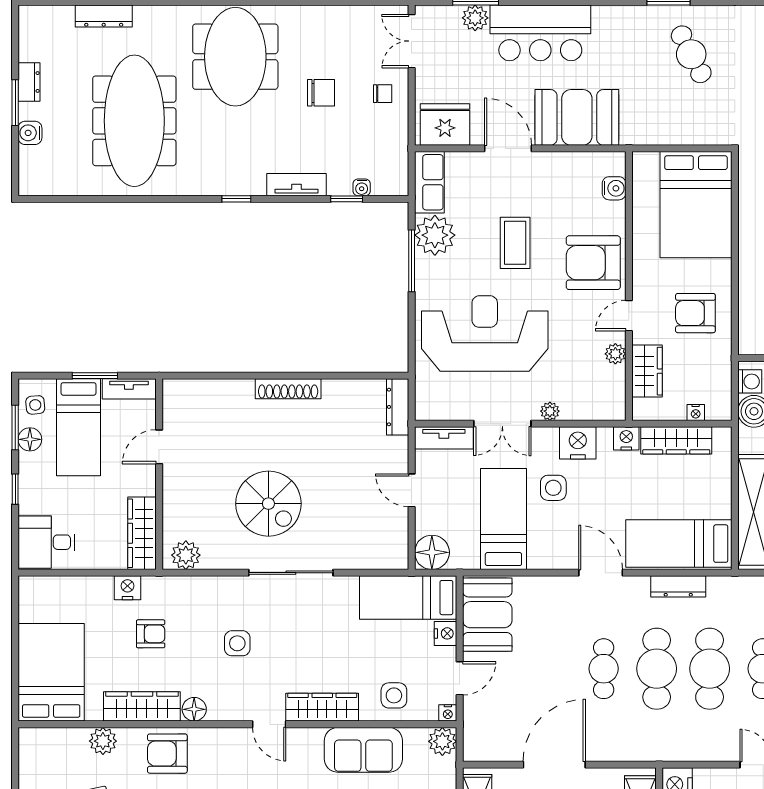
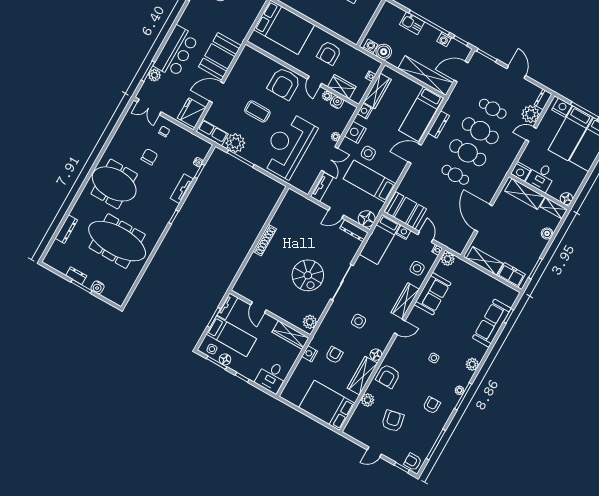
water cooler: (614, 188) -> (337, 102), moved
dresser: (398, 407) -> (354, 231), moved
spiral stairs: (268, 504) -> (308, 275), turned 90

